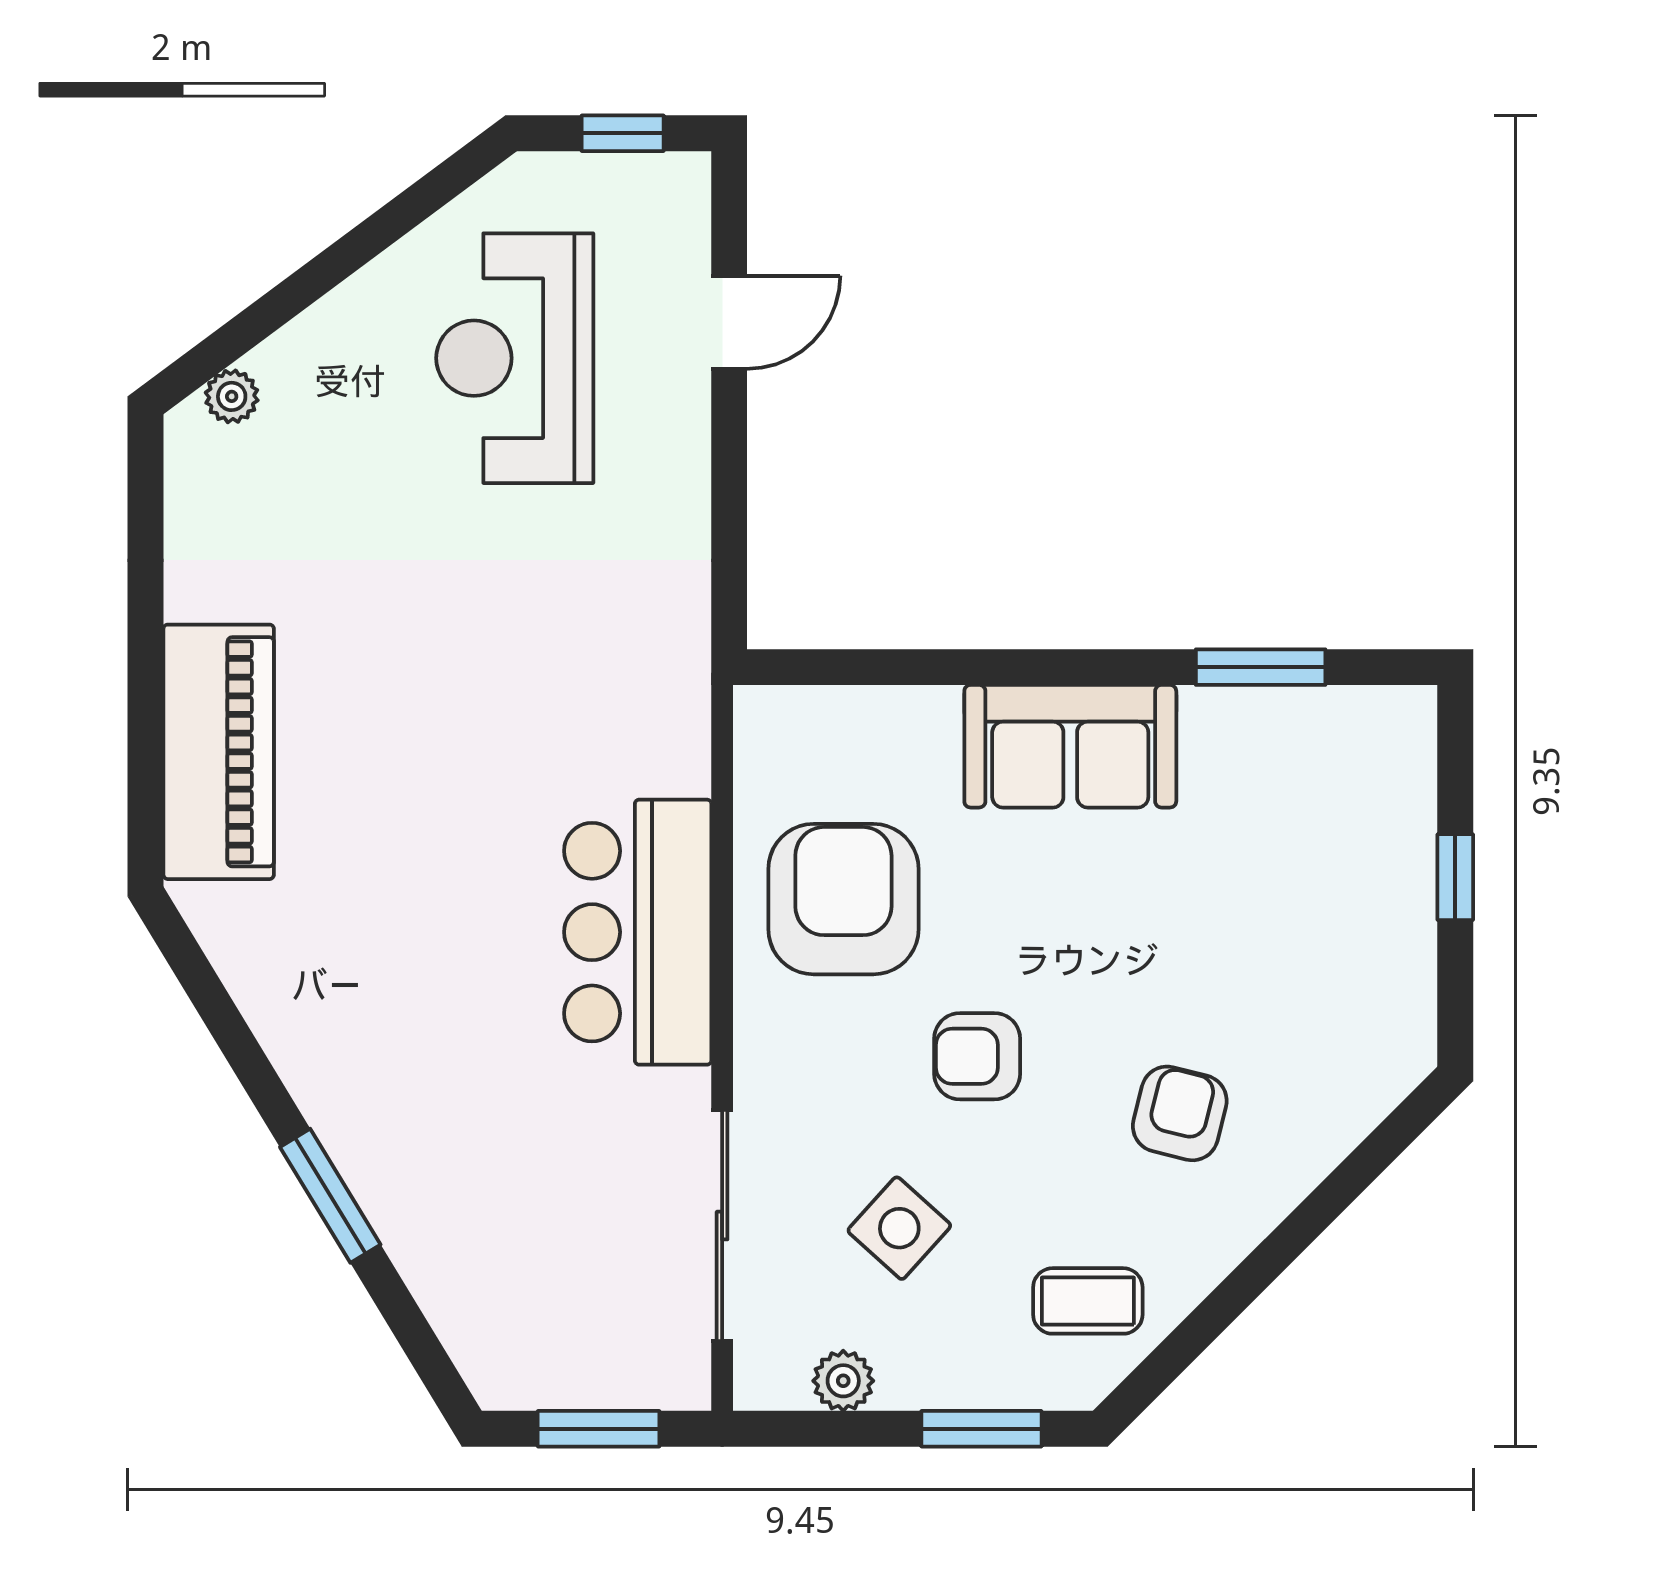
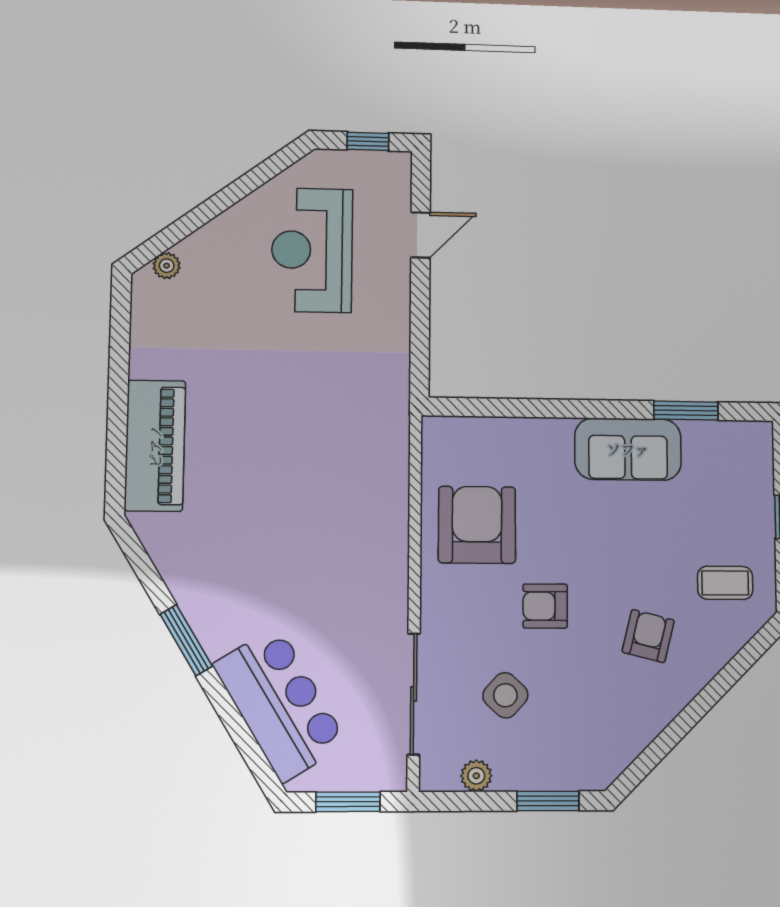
sofa: (1070, 746) -> (628, 449), moved
bar counter: (638, 932) -> (280, 704), moved, turned 149
window: (330, 1196) -> (186, 640), moved
coffee table: (1088, 1301) -> (725, 583), moved

